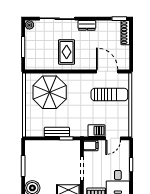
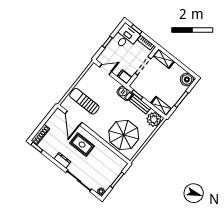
rug: (67, 52) -> (82, 145), moved, turned 90
plant: (33, 128) -> (154, 119), added
barbecue: (96, 131) -> (125, 93), moved
shelving: (37, 145) -> (161, 106), added

